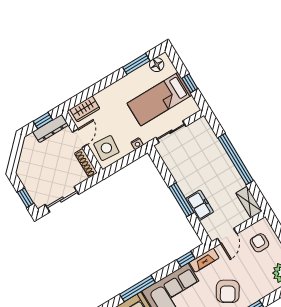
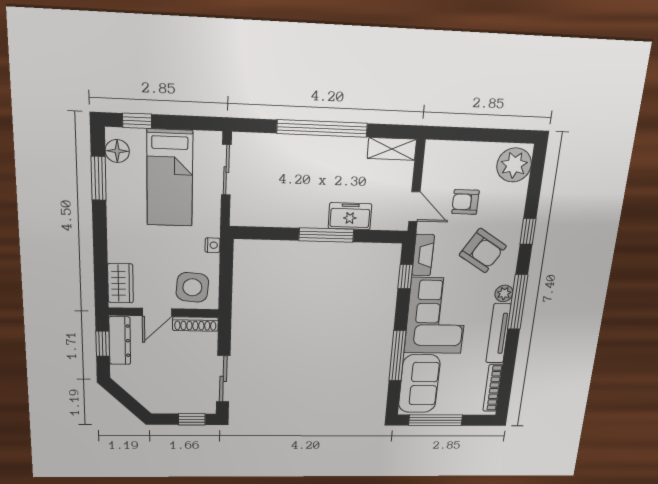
window: (190, 83) -> (137, 121), moved
sliding door: (171, 132) -> (226, 170), moved
door: (80, 138) -> (157, 312), swing flipped
armchair: (259, 243) -> (465, 202), moved

